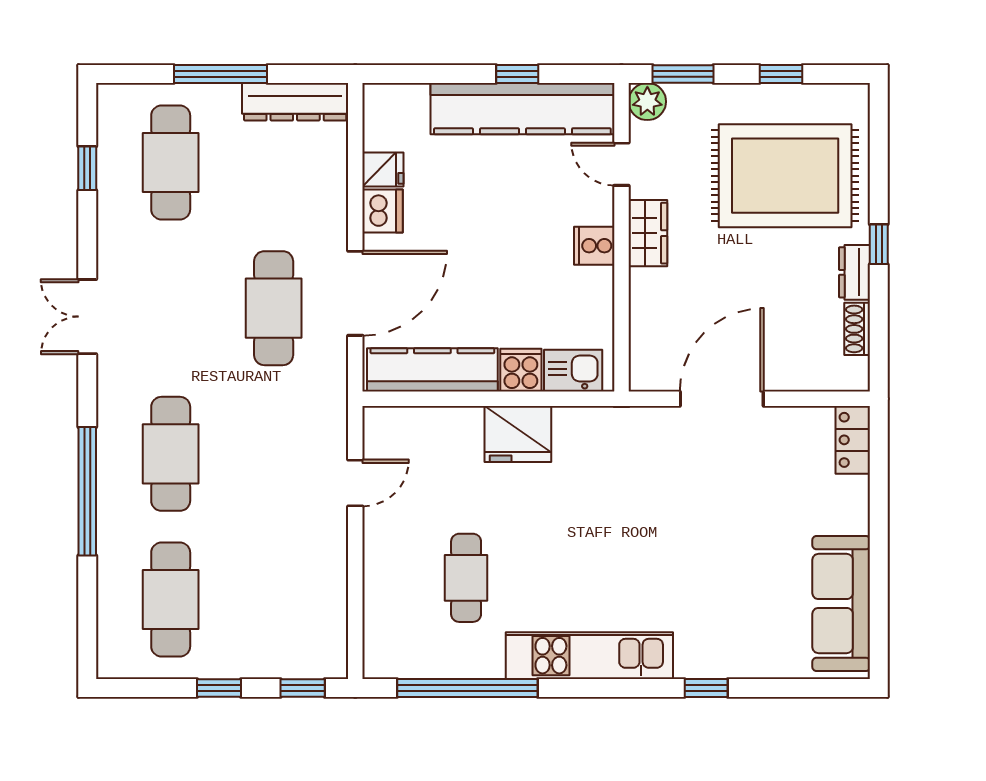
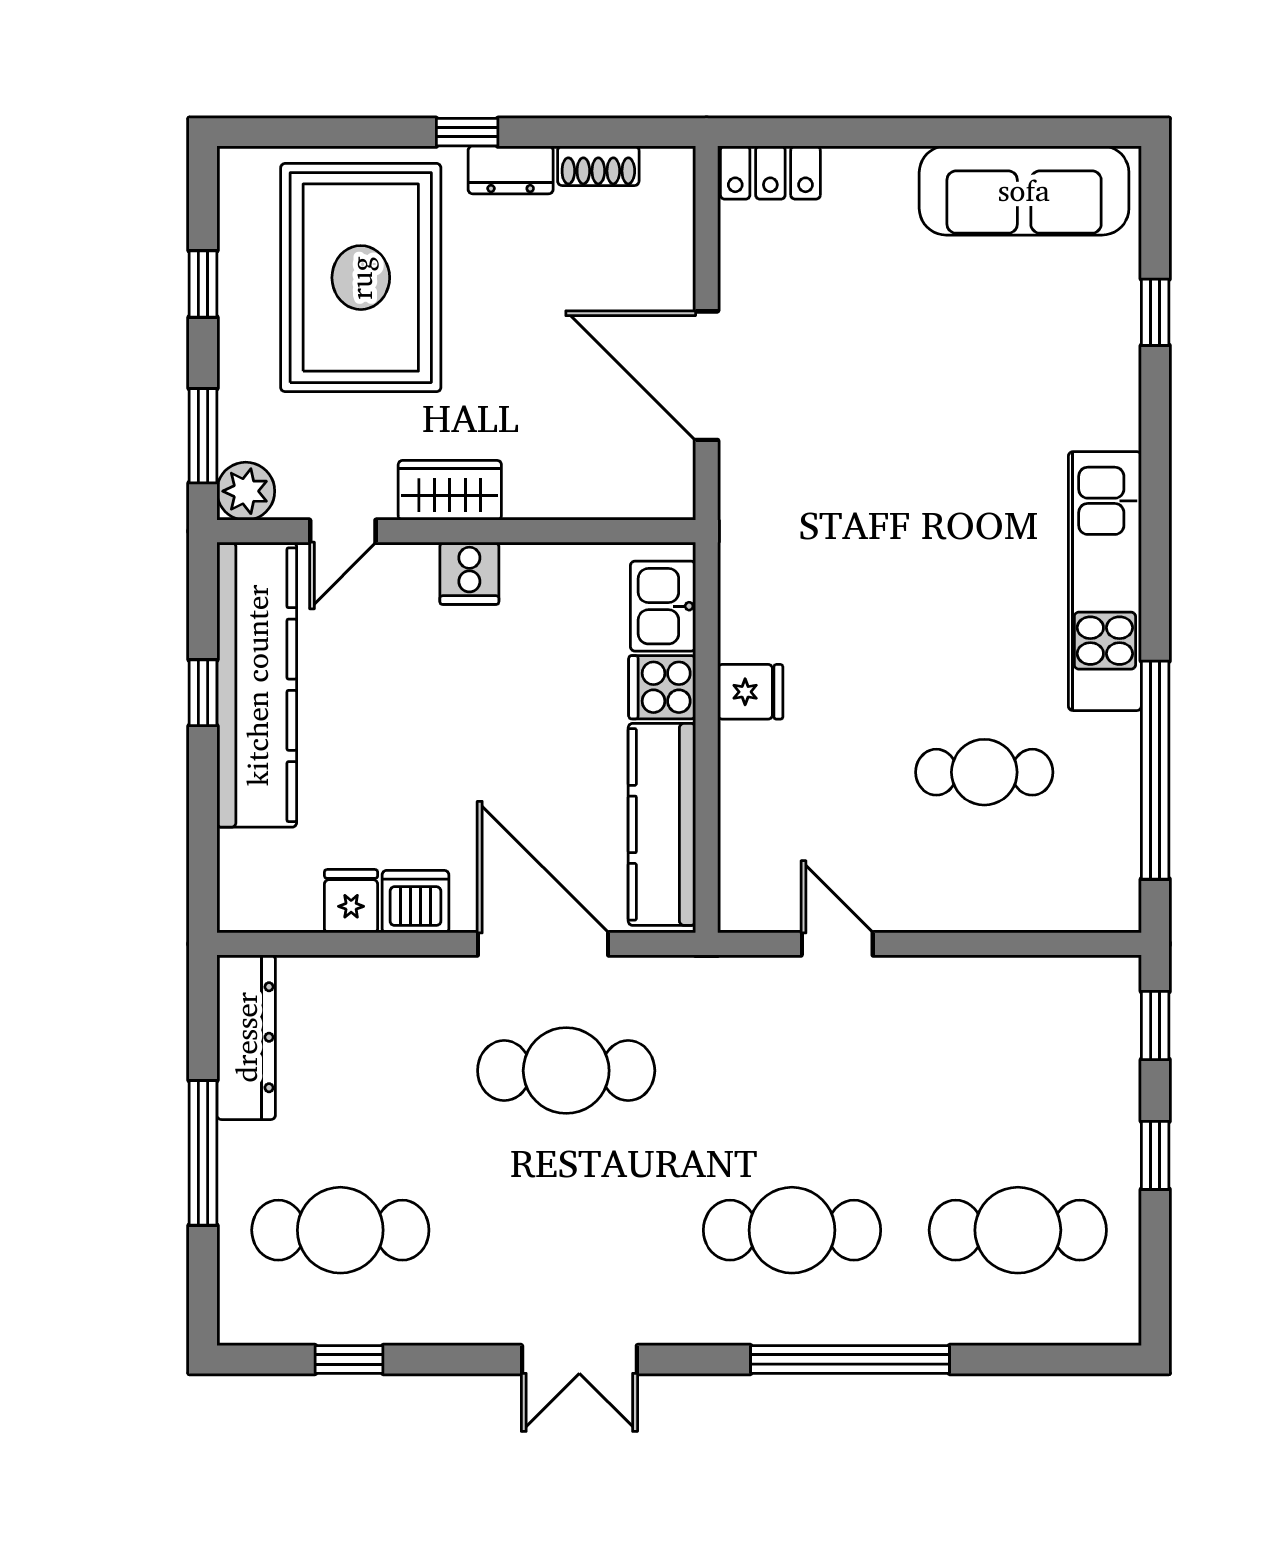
fridge: (518, 434) -> (750, 692), width x0.53, depth x0.75
window: (706, 688) -> (1155, 312), moved

